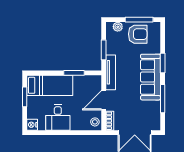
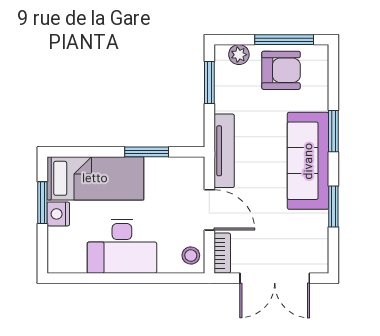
window: (104, 50) -> (209, 82), moved
window: (163, 99) -> (333, 206), width x0.69
door: (104, 100) -> (209, 210), swing flipped
desk: (58, 118) -> (122, 246), width x1.37
nightstand: (32, 125) -> (58, 214), moved

